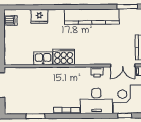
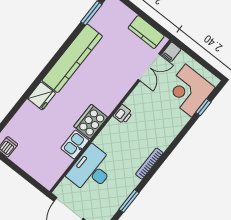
fridge: (39, 16) -> (42, 96), moved
printer: (97, 72) -> (123, 114), moved
desk: (96, 101) -> (91, 170), moved, turned 180

